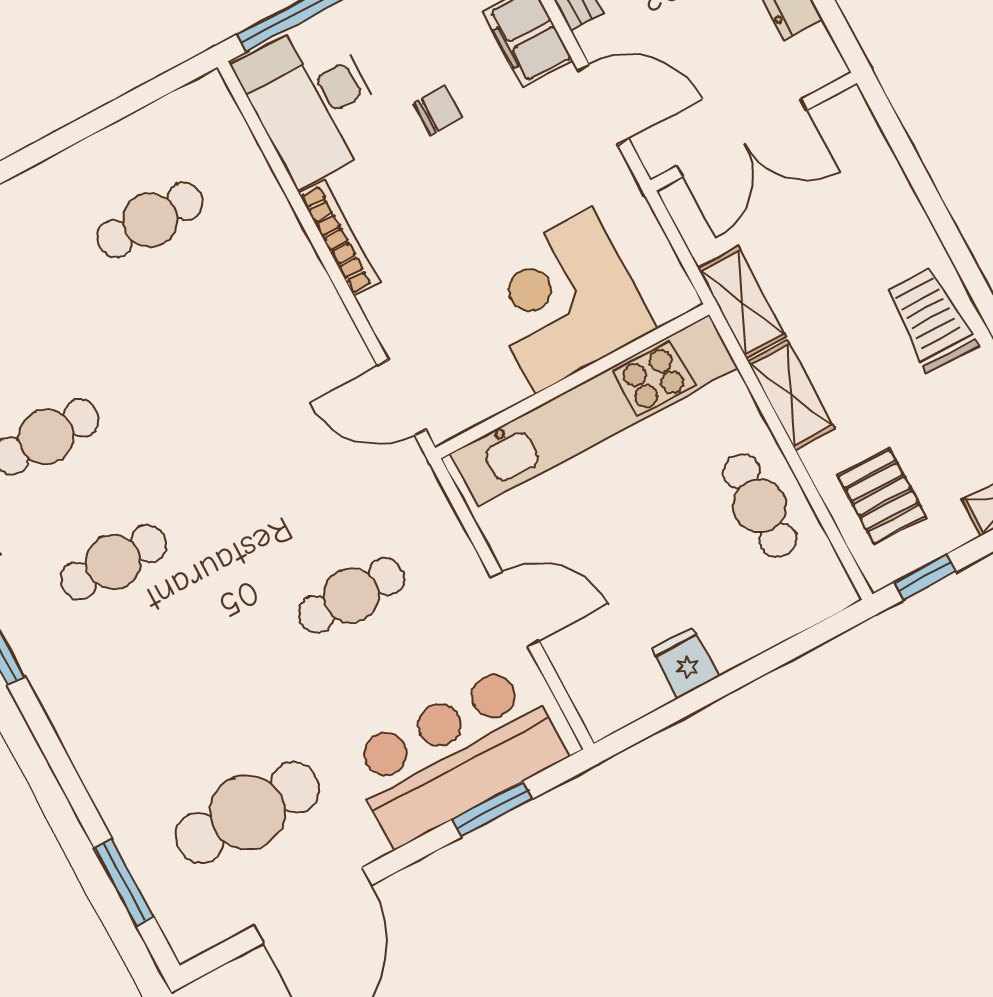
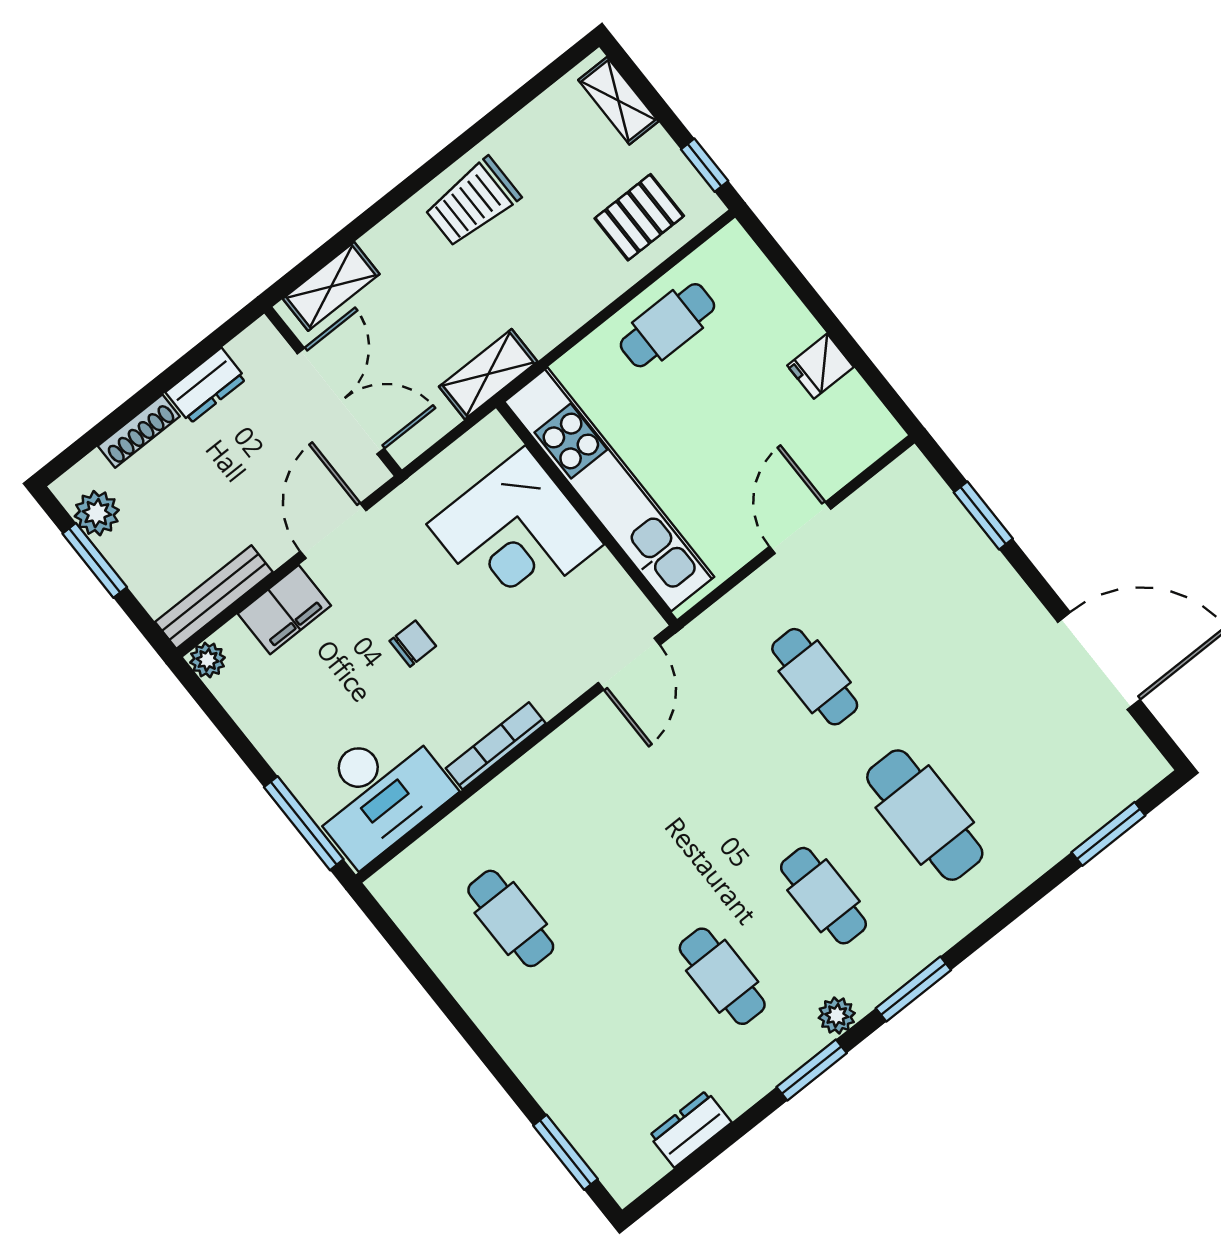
chair: (438, 110) -> (413, 644), moved, turned 90
shelving: (791, 395) -> (331, 286), moved
bar counter: (456, 755) -> (941, 557), removed
cafe table: (247, 812) -> (925, 815), moved

